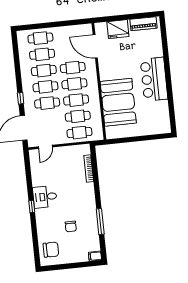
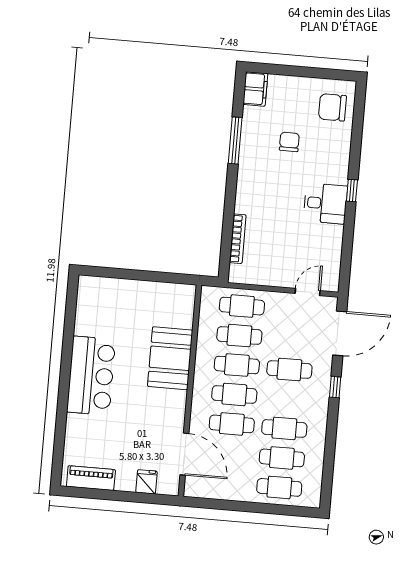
fridge: (118, 29) -> (146, 482), width x0.53, depth x0.75
cafe table: (45, 87) -> (287, 399), removed
booth: (118, 102) -> (170, 358), width x0.73, depth x0.70
filing cabinet: (95, 256) -> (255, 89), width x2.00

